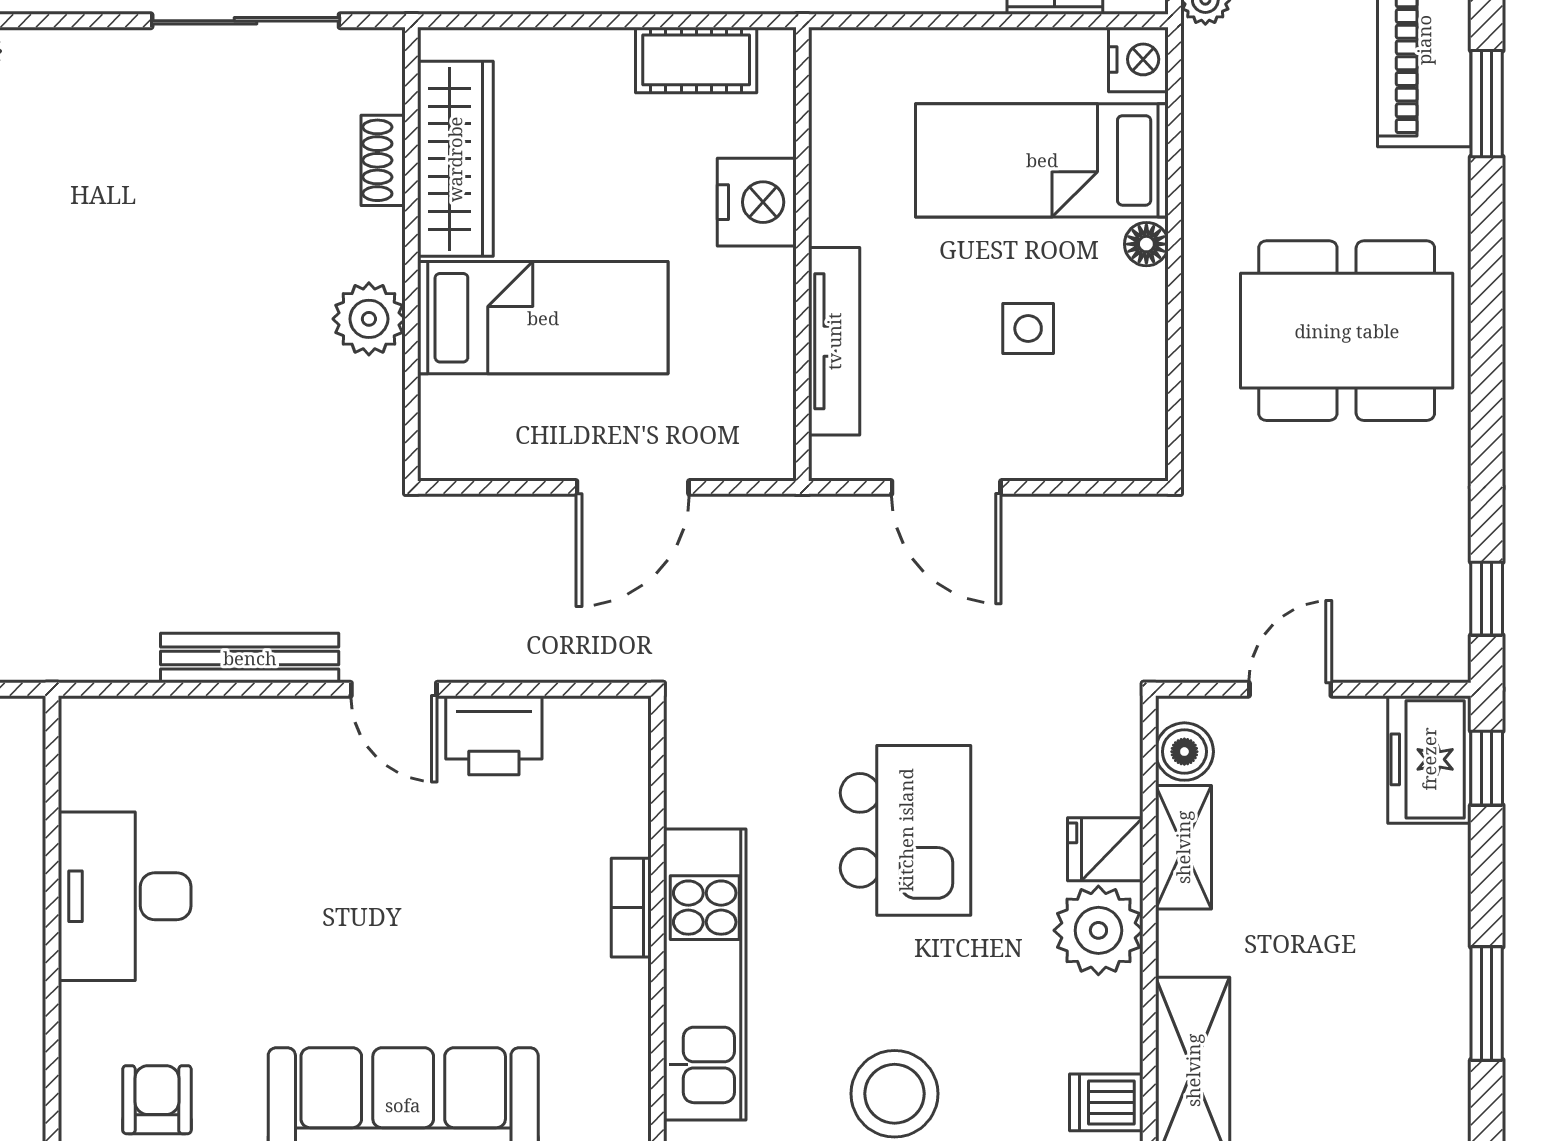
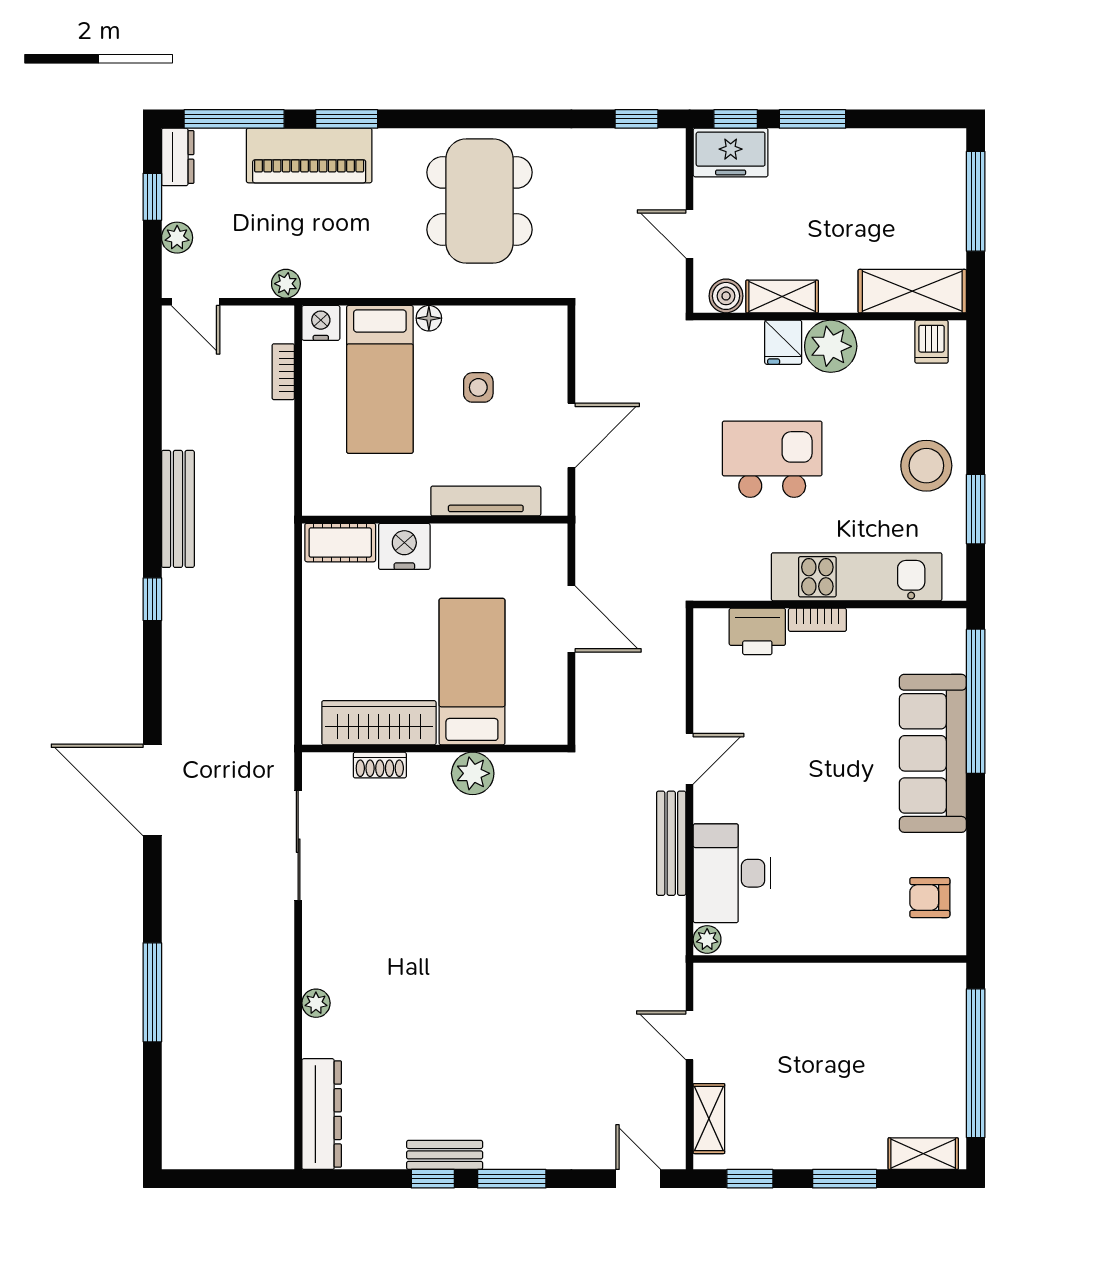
cot: (696, 60) -> (340, 543), moved, turned 90
plant: (85, 719) -> (707, 939), added
printer: (494, 735) -> (757, 631), moved, turned 90
desk: (125, 896) -> (732, 873), moved, turned 90
window: (1487, 1003) -> (812, 119), moved

